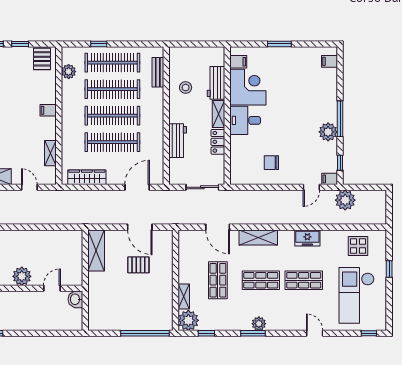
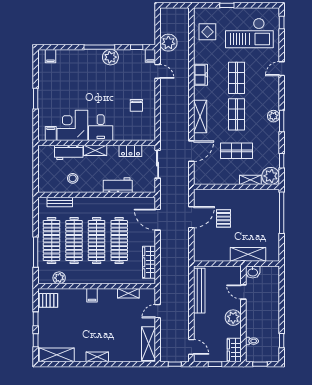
window: (99, 44) -> (36, 252), width x2.17
locker: (218, 142) -> (130, 151), moved
bench: (54, 236) -> (199, 291), added
shelving: (96, 250) -> (248, 254), moved

